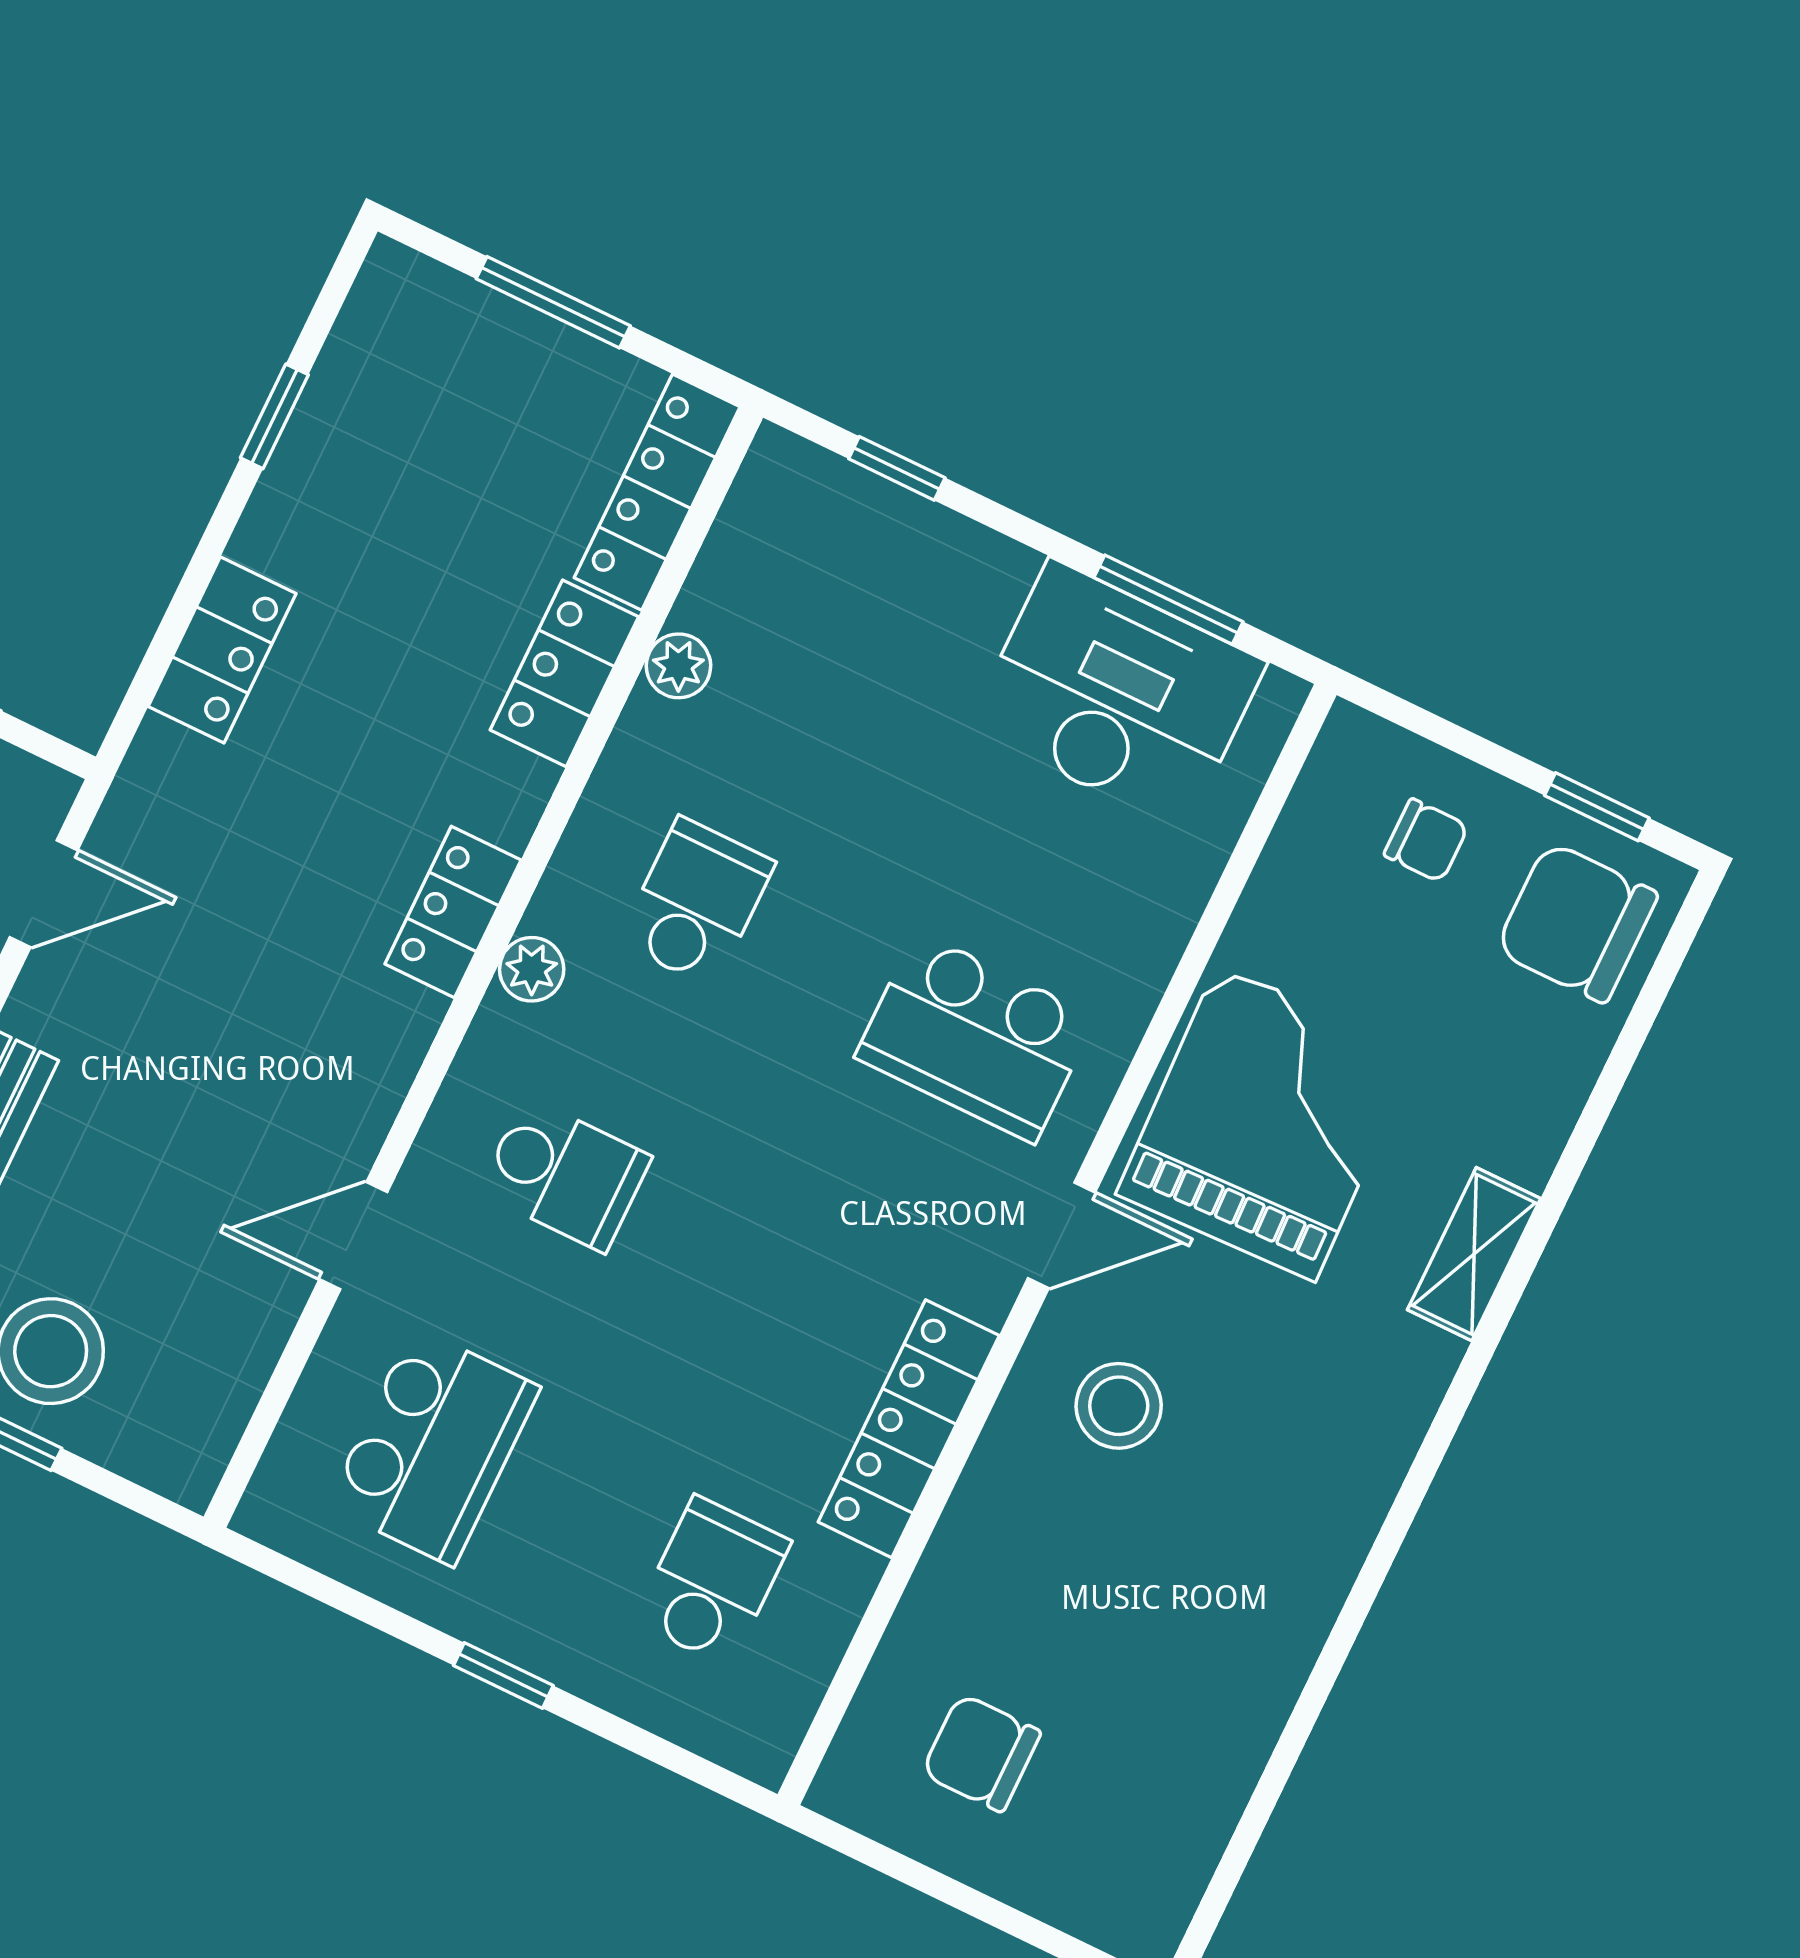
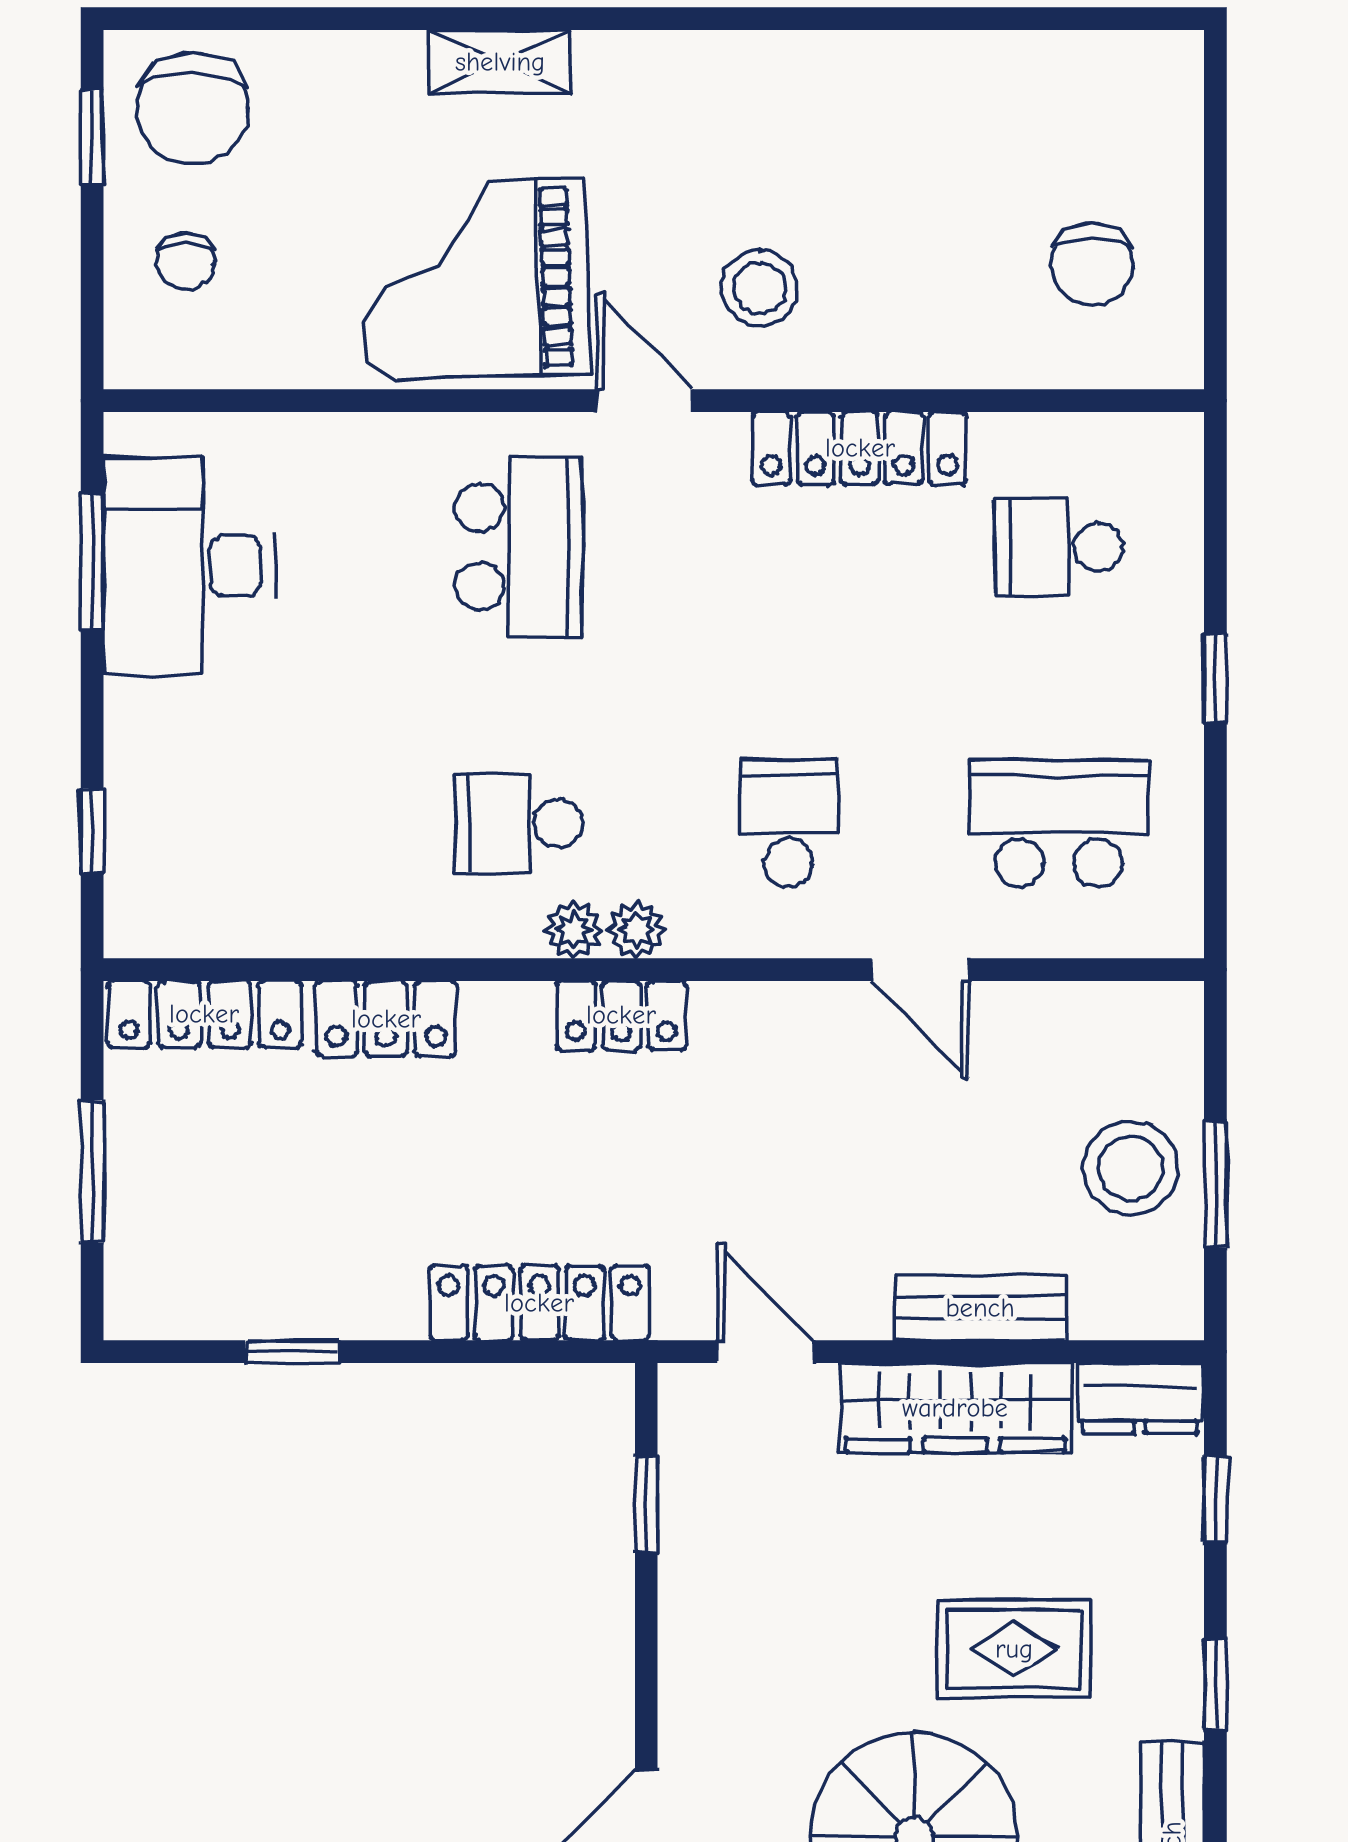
locker: (222, 650) -> (539, 1303), width x1.53
plant: (678, 666) -> (573, 930), moved
chair: (1426, 840) -> (185, 261), turned 180

